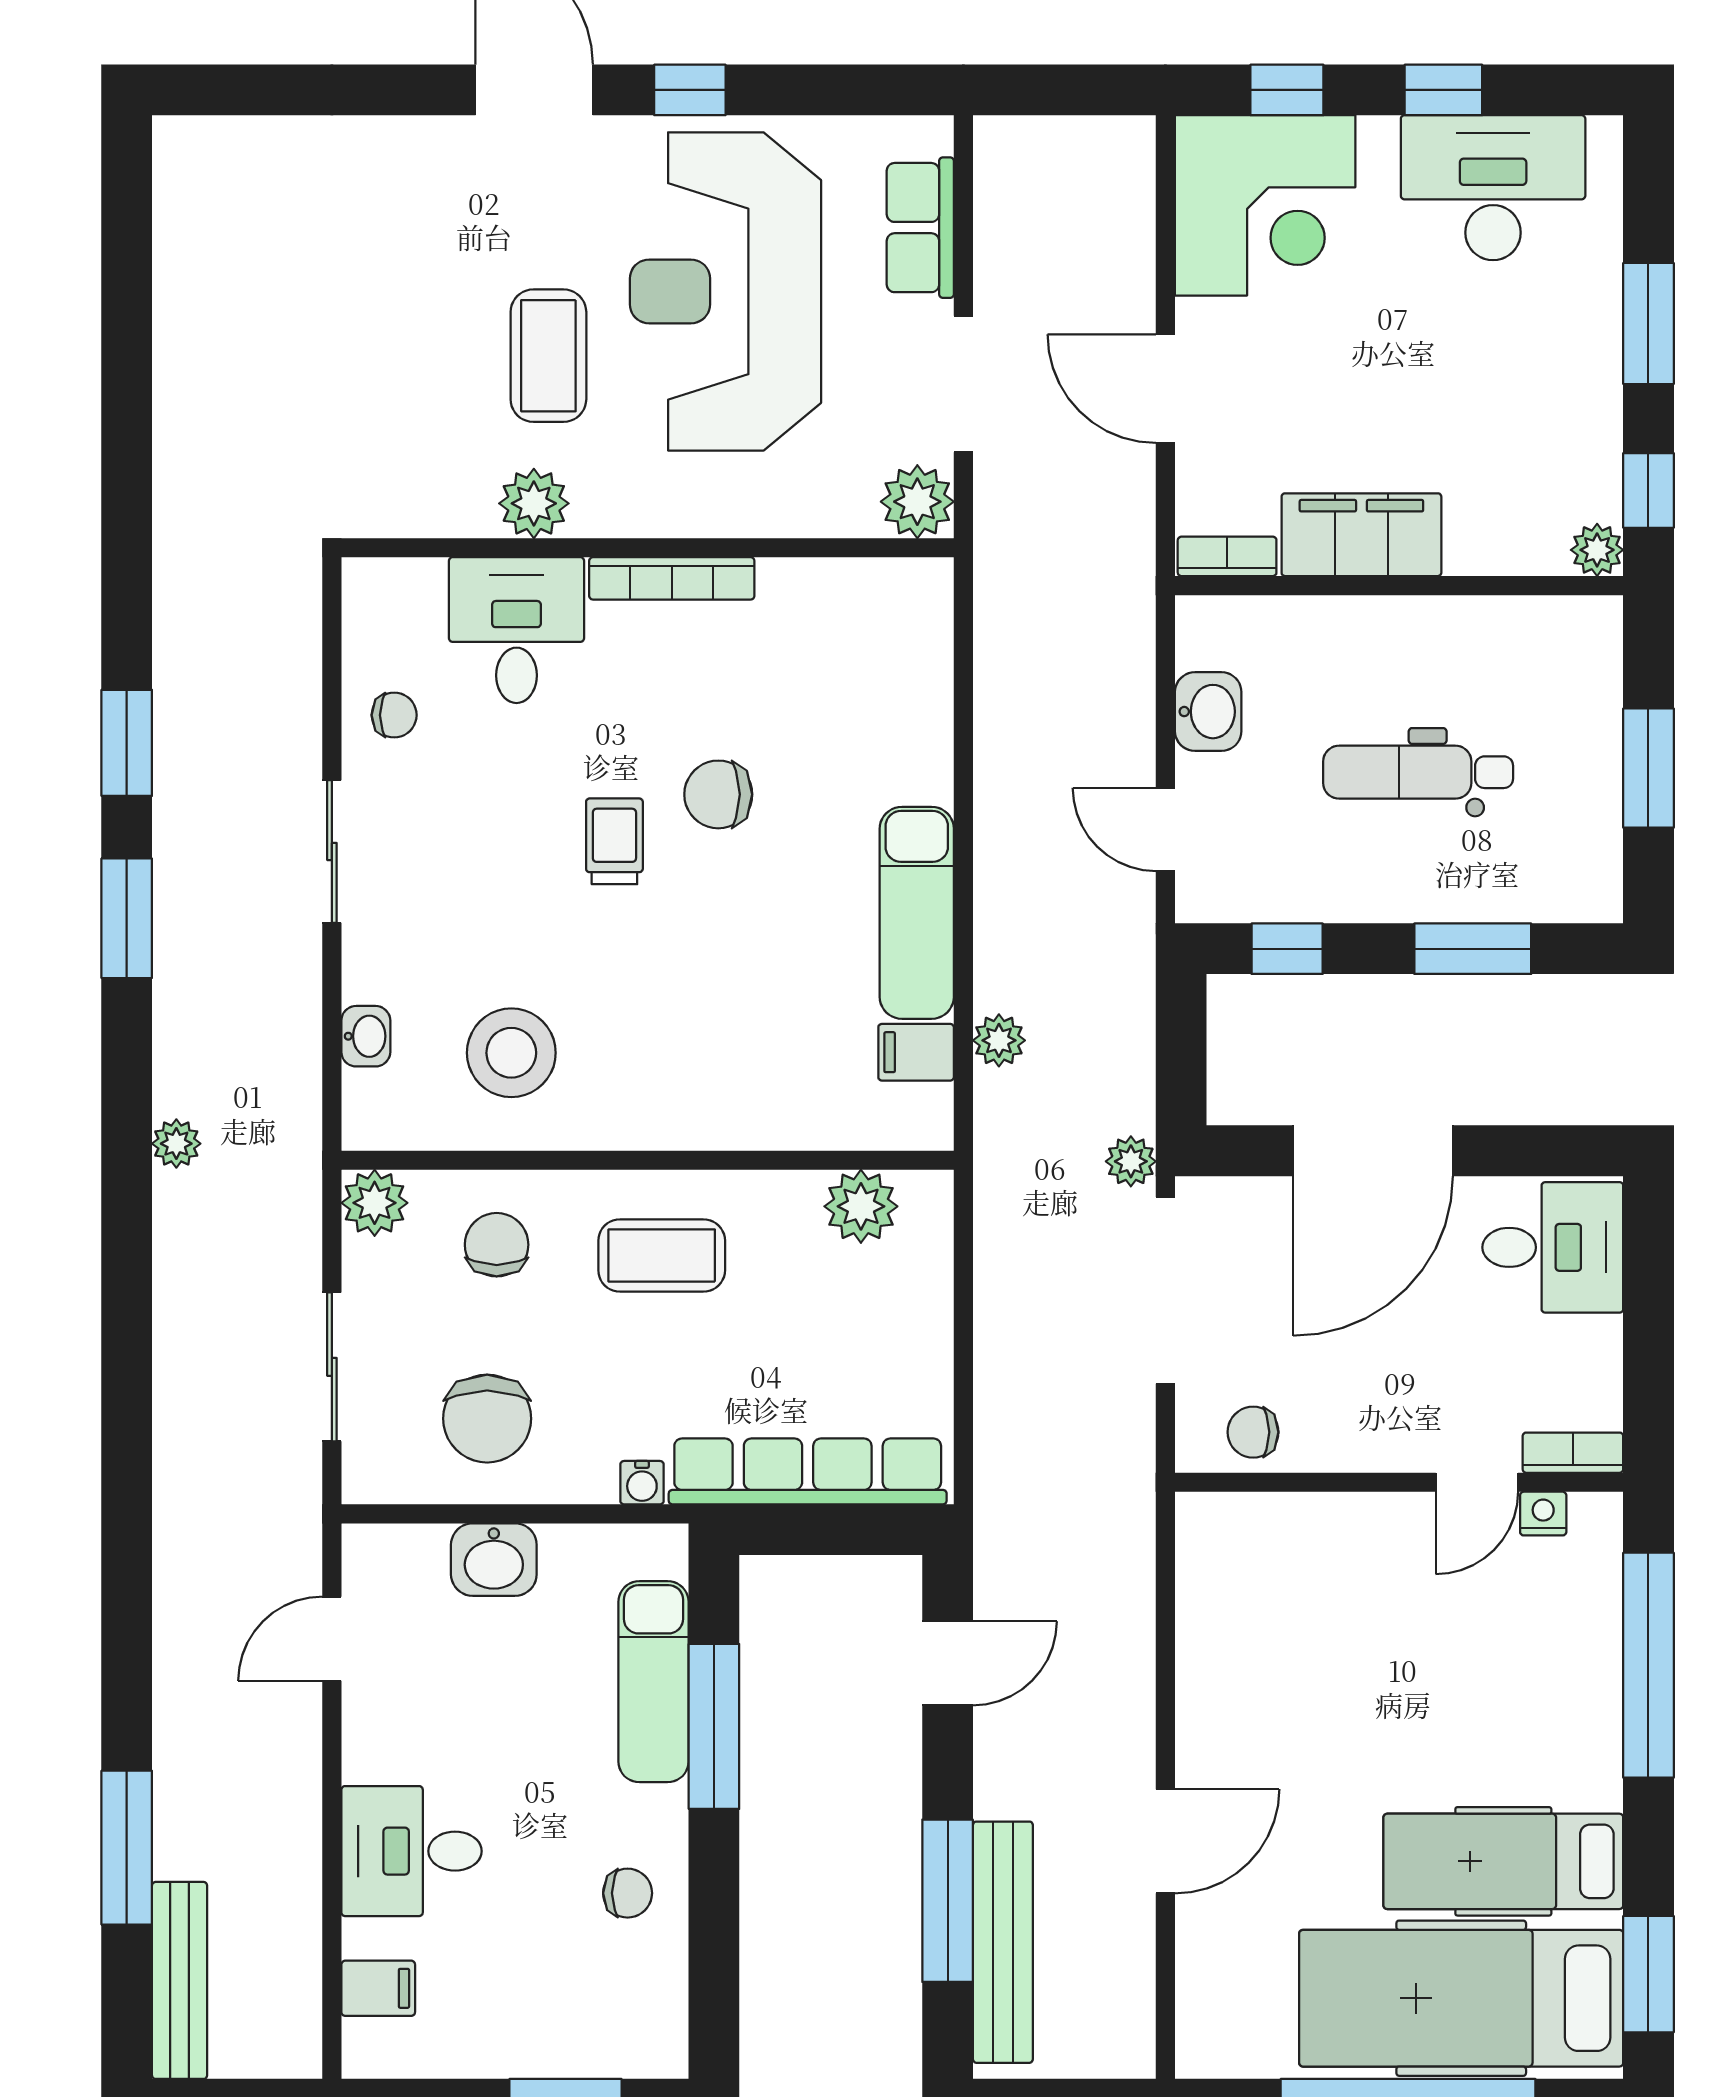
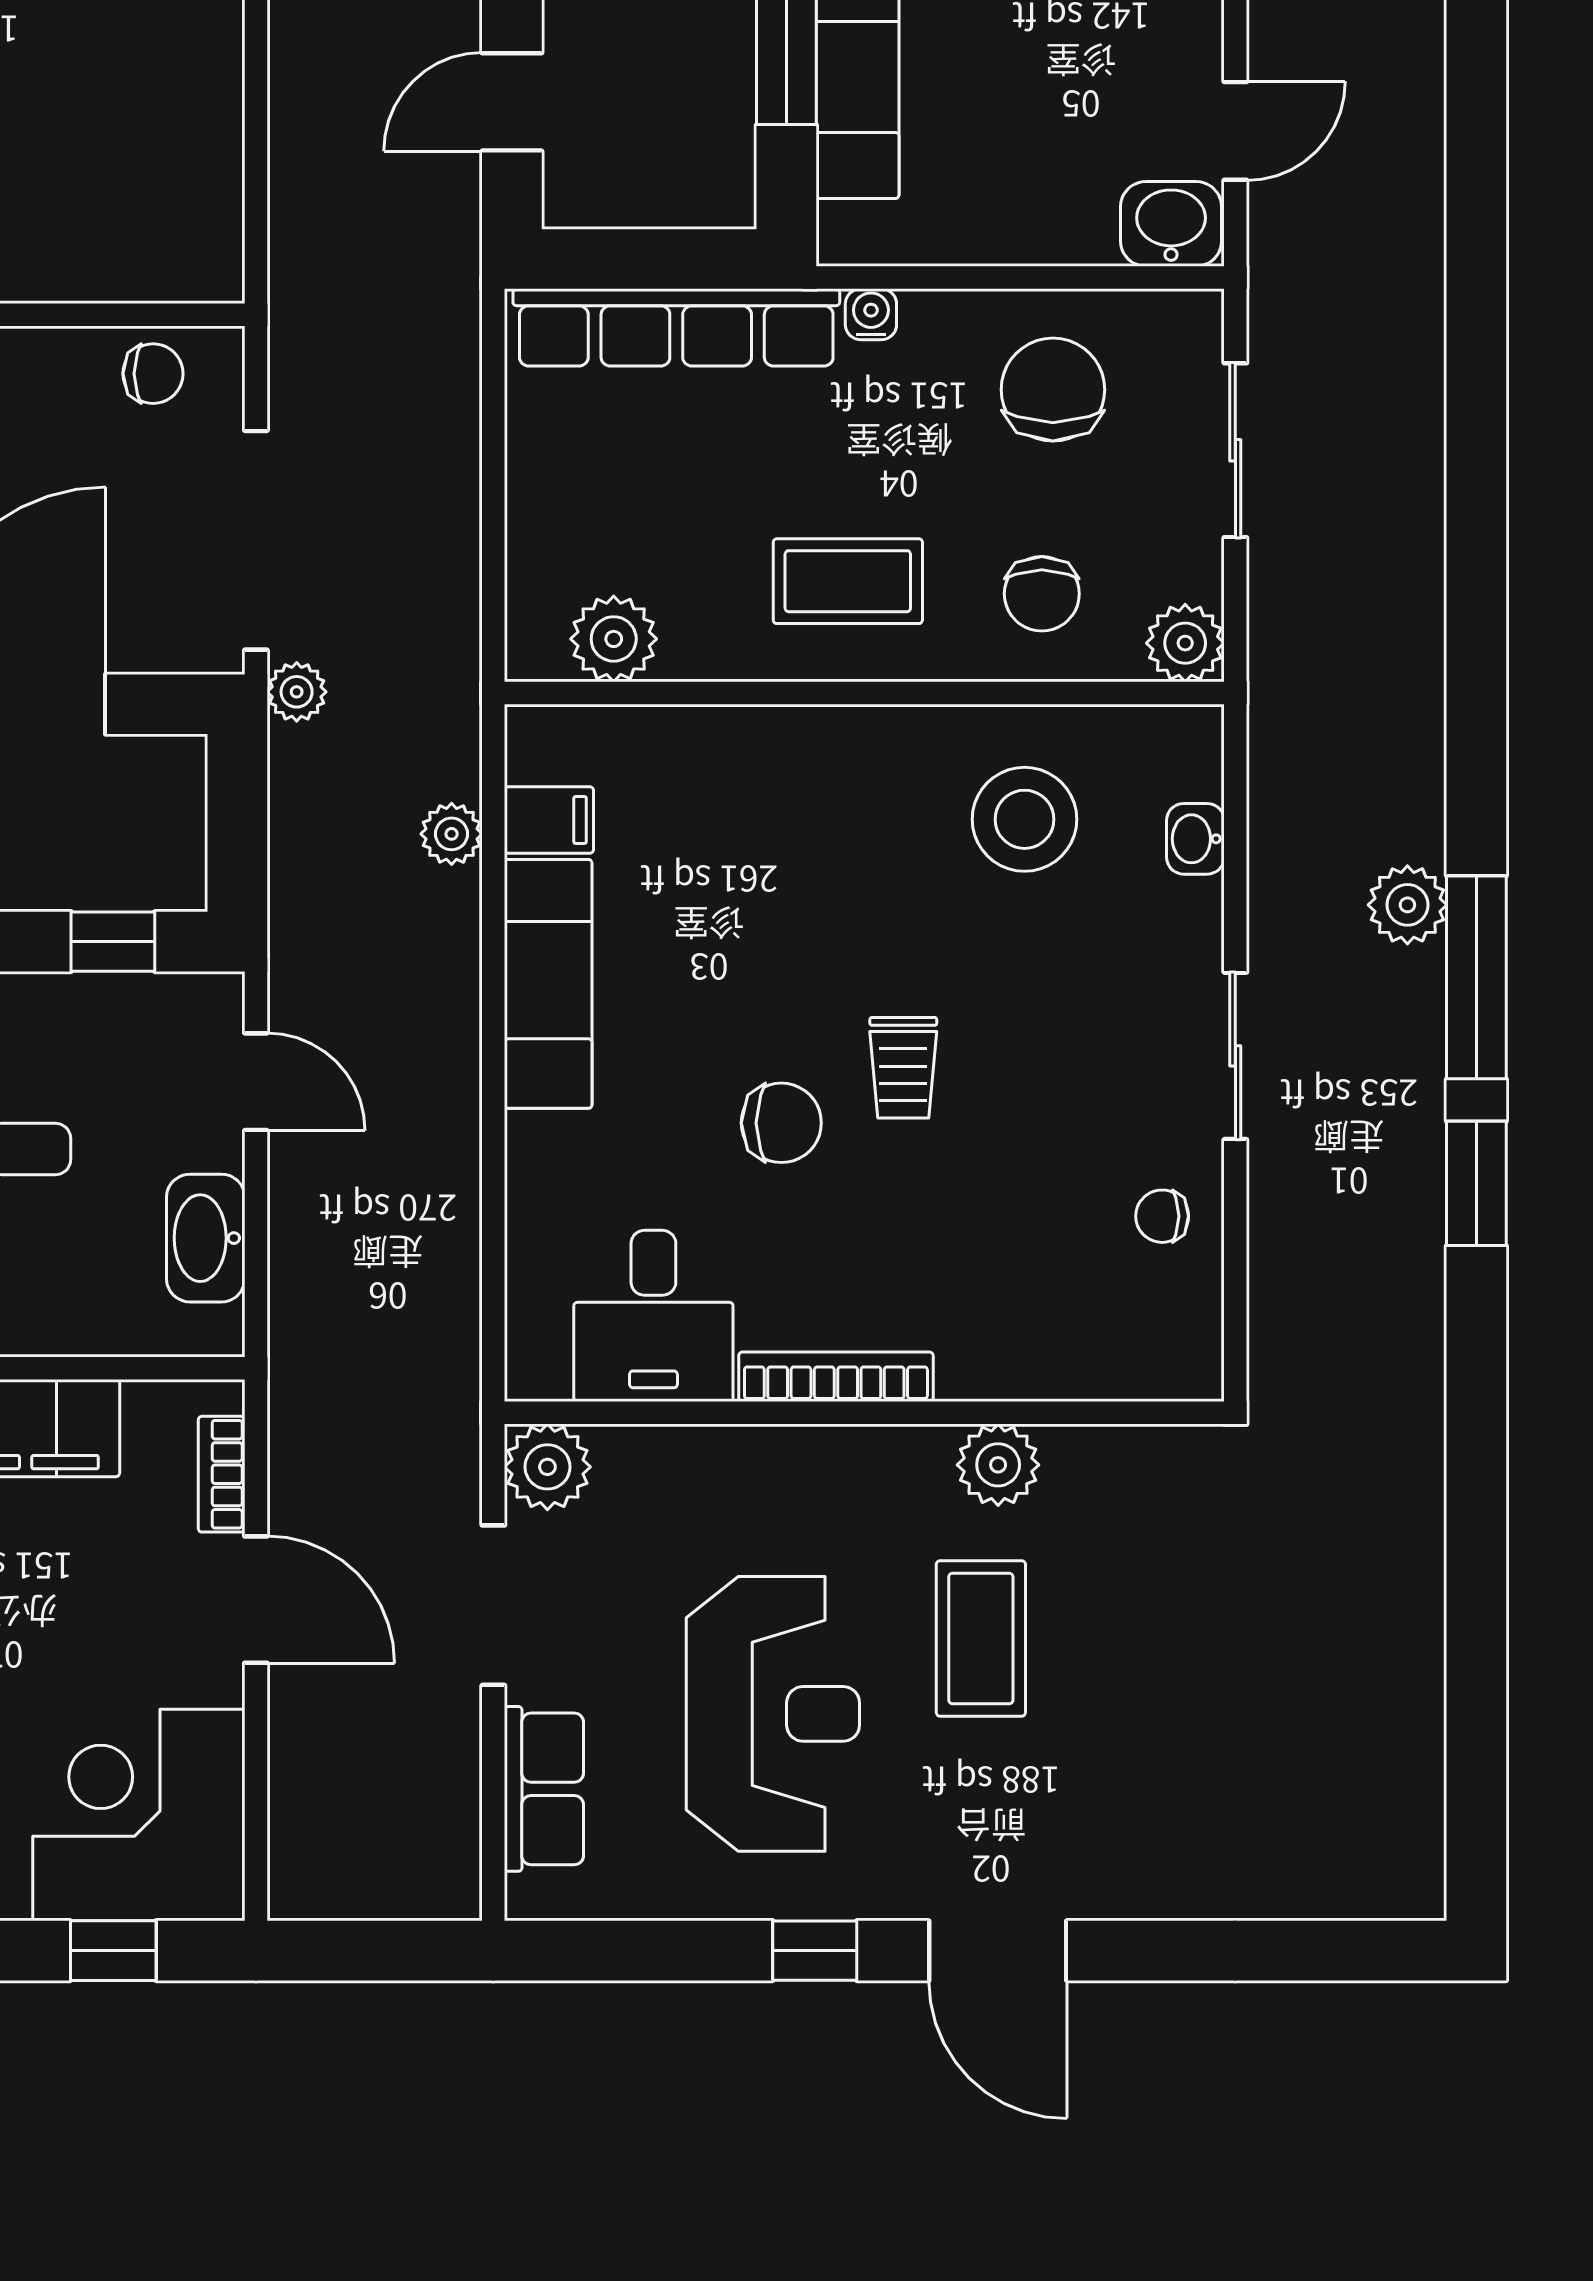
reception desk: (725, 291) -> (773, 1714), width x0.74, depth x0.77
bookcase: (1227, 556) -> (222, 1474), moved, turned 90
desk: (516, 630) -> (653, 1316), moved
washbasin: (1208, 712) -> (206, 1238), width x1.38
window: (127, 918) -> (1476, 977), width x1.44
plant: (176, 1144) -> (1407, 905), moved, width x1.38, depth x1.38
washbasin: (494, 1560) -> (1171, 224), moved

